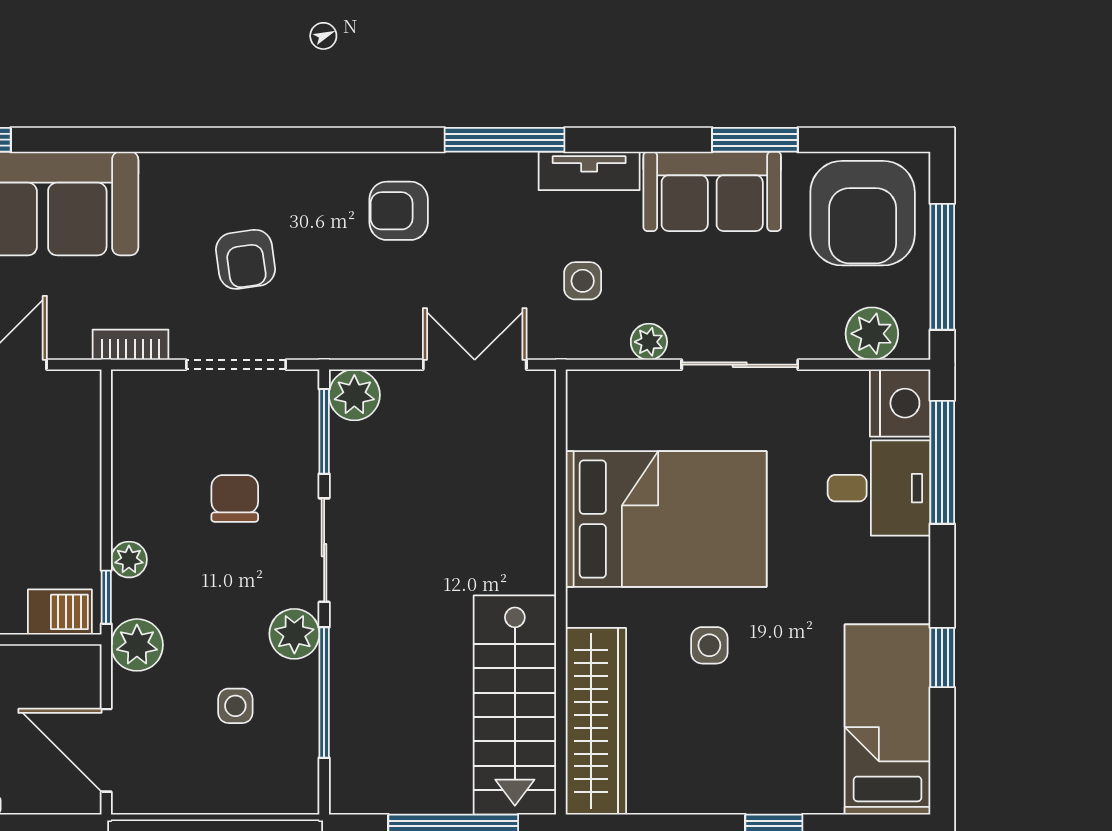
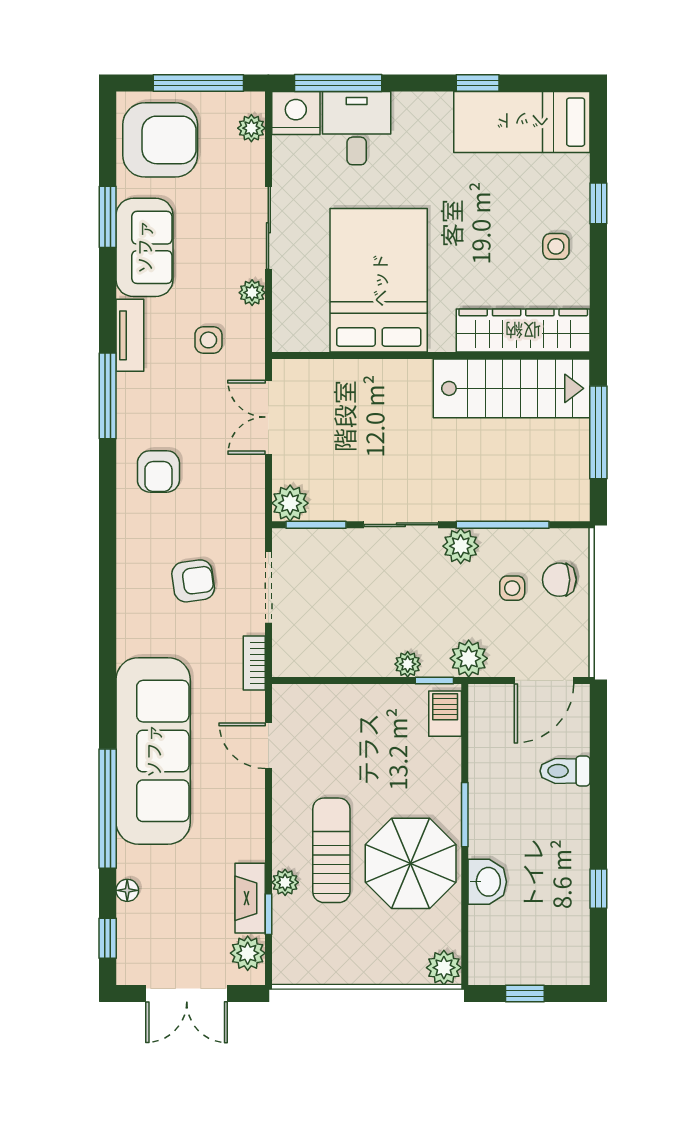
plant: (872, 334) -> (251, 128), width x0.73, depth x0.73
chair: (235, 498) -> (559, 580), moved
side table: (709, 645) -> (556, 246), moved

